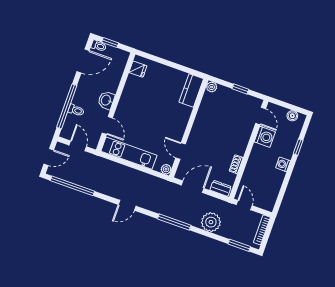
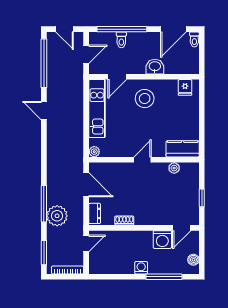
window: (110, 43) -> (202, 50), removed
door: (83, 61) -> (173, 29), hinge flipped
plant: (212, 87) -> (174, 168), moved
washbasin: (106, 100) -> (155, 67), moved
stool: (135, 108) -> (145, 99), added
window: (298, 147) -> (164, 277), width x2.17
door: (181, 151) -> (143, 160), moved
door: (127, 205) -> (44, 111), moved
window: (174, 222) -> (44, 204), moved

